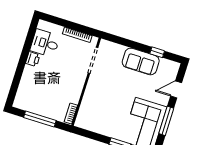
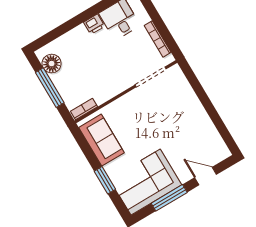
window: (157, 52) -> (219, 124), removed
sofa: (141, 61) -> (101, 140), moved, turned 180
floor lamp: (29, 104) -> (52, 64), added

